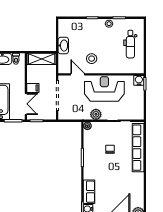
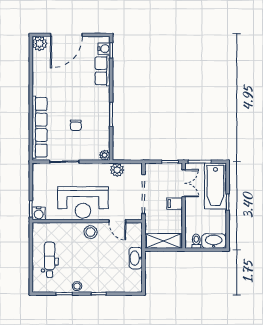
stool: (92, 59) -> (91, 232), moved
double door: (26, 104) -> (184, 183), swing flipped
plant: (96, 114) -> (117, 170), moved

